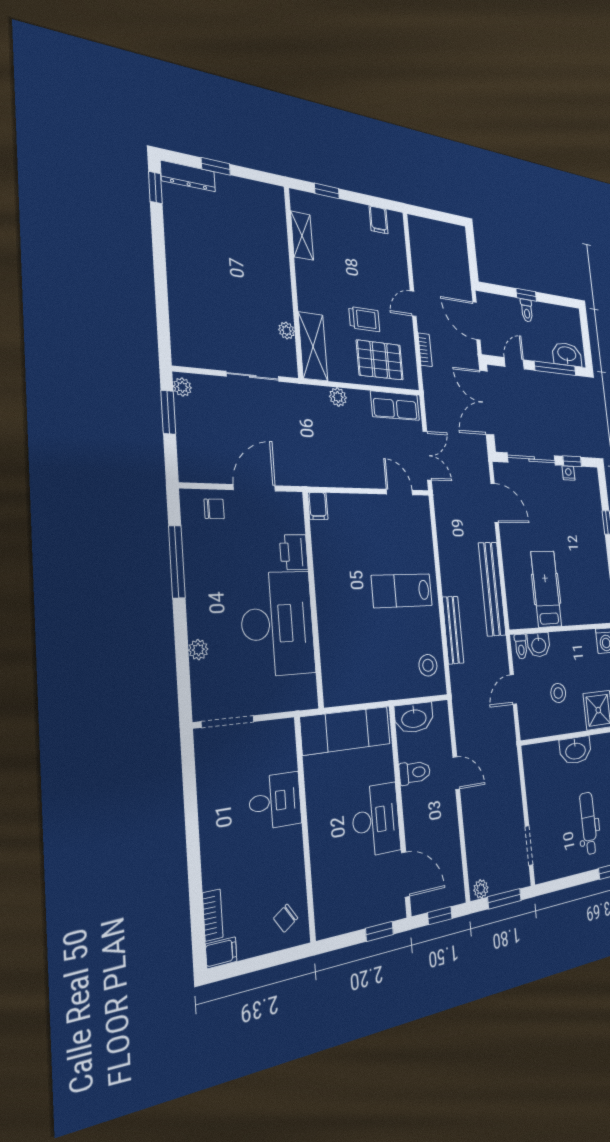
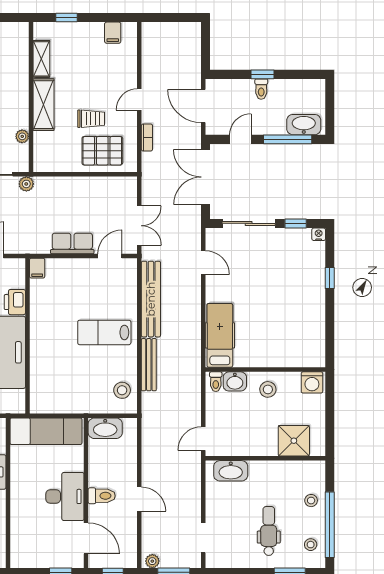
shelving: (313, 346) -> (44, 105), moved
plant: (338, 397) -> (26, 184), moved
row of seats: (395, 406) -> (72, 243), moved, turned 180
nightstand: (568, 473) -> (319, 234), moved
door: (399, 492) -> (110, 256), hinge flipped
door: (495, 503) -> (203, 263), width x0.73
bench: (492, 589) -> (151, 299), moved
hospital bed: (546, 589) -> (220, 335), moved
door: (513, 689) -> (203, 439), moved
stool: (558, 693) -> (268, 389), moved
washbasin: (575, 750) -> (231, 471), moved
toilet: (415, 772) -> (102, 496), moved
door: (456, 773) -> (139, 499), moved

